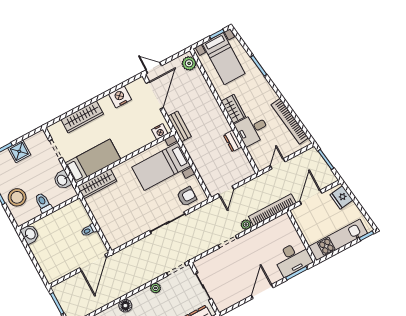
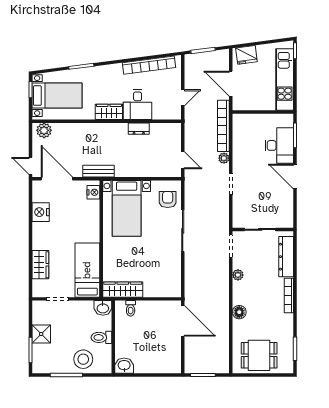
door: (154, 68) -> (31, 166), hinge flipped
wardrobe: (82, 117) -> (40, 265), width x0.67
door: (278, 164) -> (183, 98), swing flipped
washbasin: (62, 180) -> (103, 308), moved
wardrobe: (97, 184) -> (123, 290), moved, turned -90
toilet: (89, 230) -> (131, 308), moved
desk: (293, 259) -> (279, 145), moved

